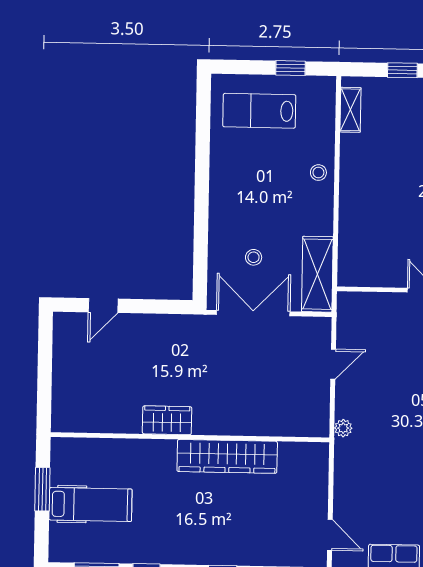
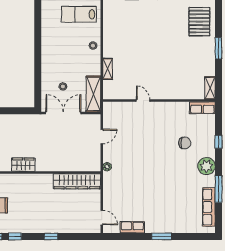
shelving: (350, 110) -> (108, 69), moved
lab bench: (259, 111) -> (79, 14), moved
wardrobe: (227, 456) -> (77, 181), moved

